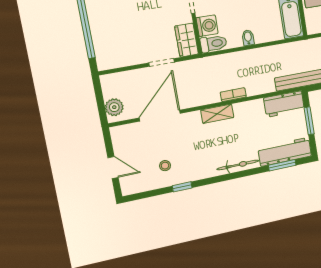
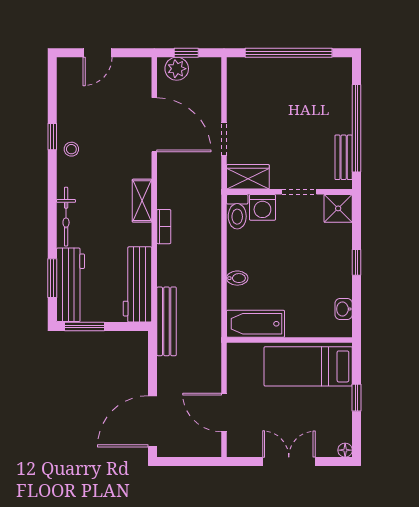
bidet: (248, 38) -> (237, 278), moved
window: (100, 102) -> (186, 53), added
workbench: (284, 104) -> (138, 284), width x1.38
window: (309, 121) -> (85, 326), moved
stool: (165, 166) -> (71, 149), moved

